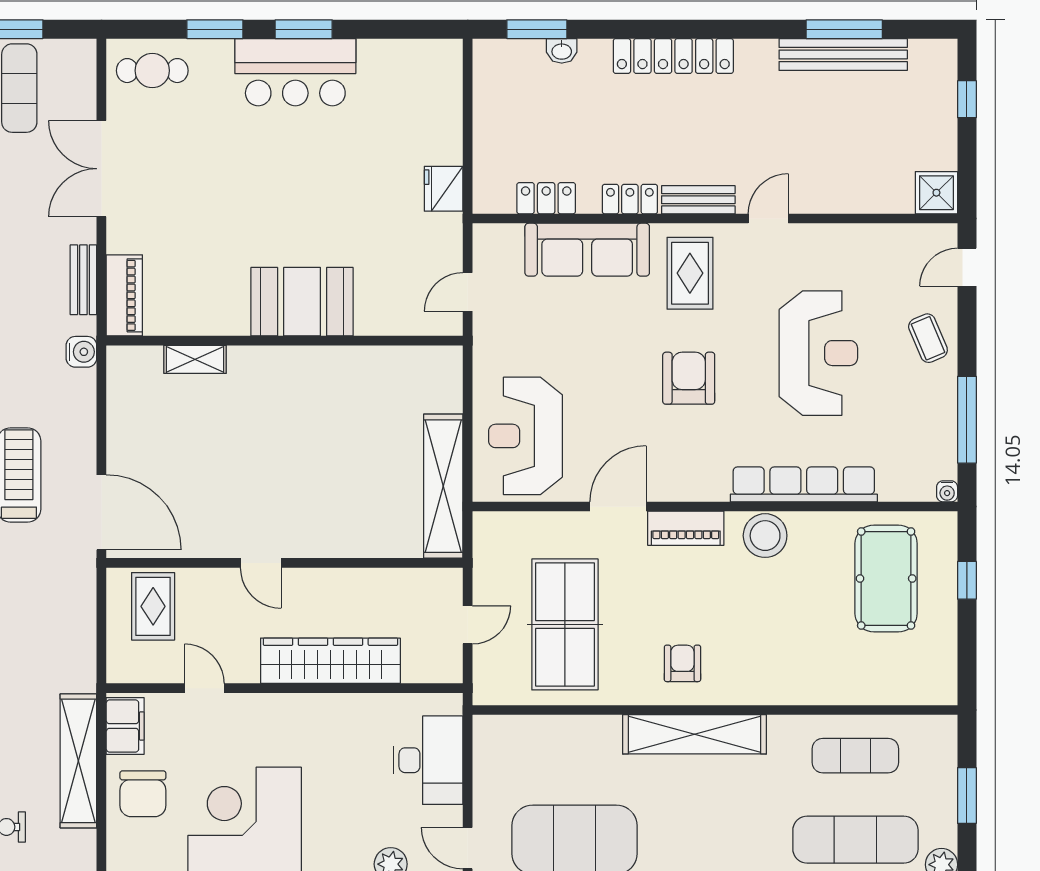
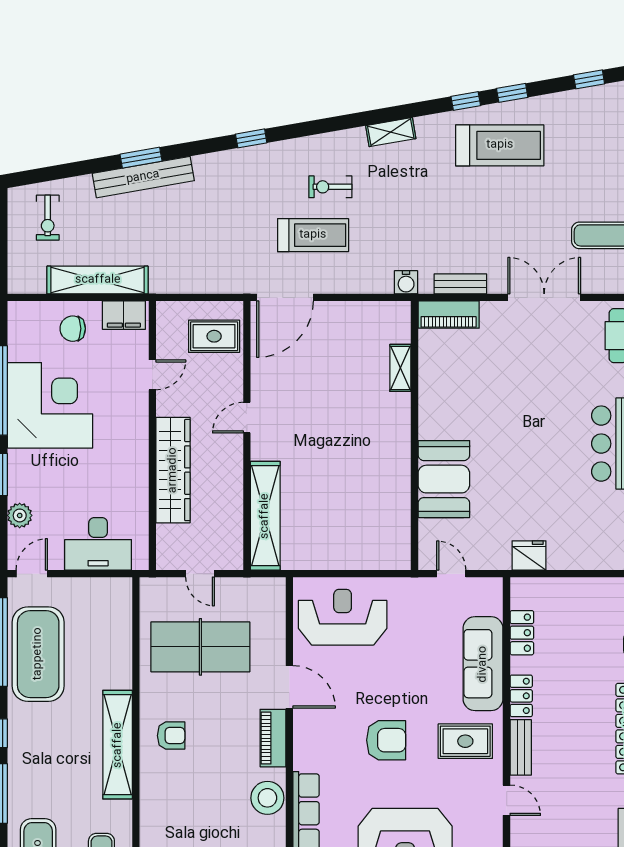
booth: (302, 302) -> (444, 479), moved
shelving: (443, 486) -> (265, 516), moved, turned 90
chair: (143, 794) -> (73, 329), width x0.73, depth x0.73

